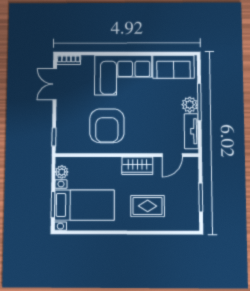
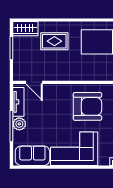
armchair: (107, 126) -> (87, 106), turned 90
door: (172, 155) -> (34, 82), swing flipped
wardrobe: (137, 166) -> (25, 29), moved, turned 180

